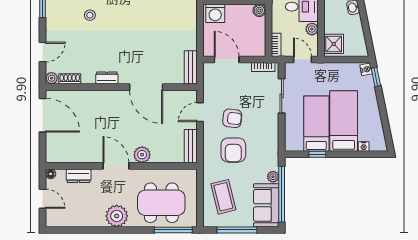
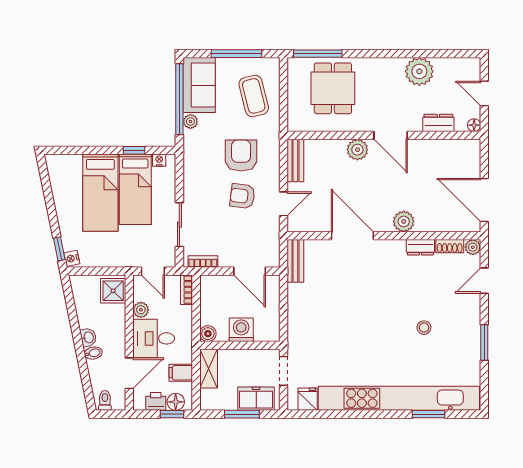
washing machine: (215, 13) -> (241, 330), moved
dresser: (107, 78) -> (420, 247), moved
plant: (106, 98) -> (404, 221), added
nightstand: (364, 146) -> (159, 160), moved
dining table: (161, 203) -> (333, 88), width x0.73
plant: (117, 216) -> (419, 71), moved

